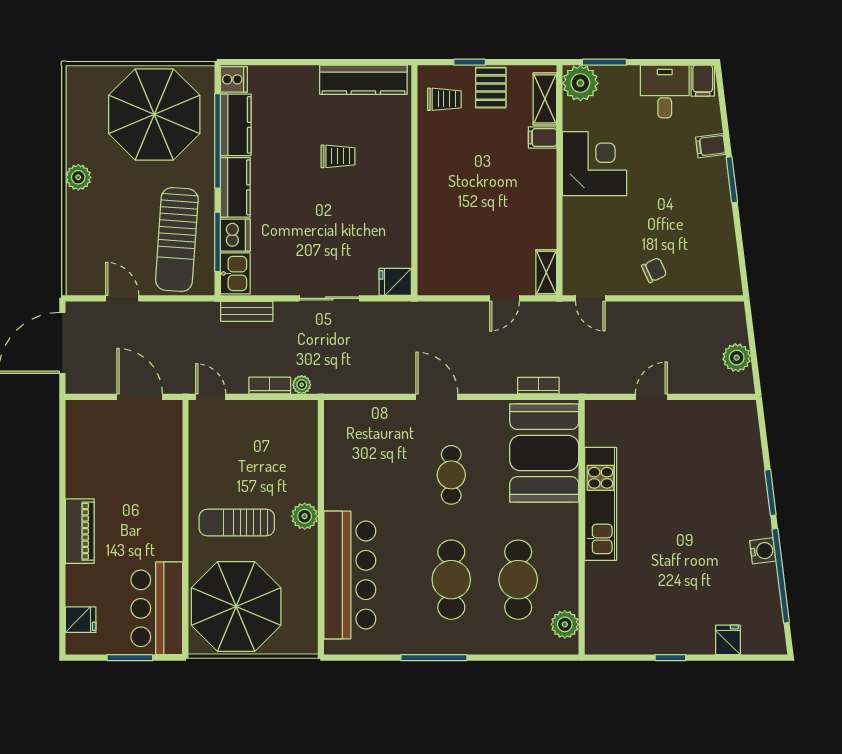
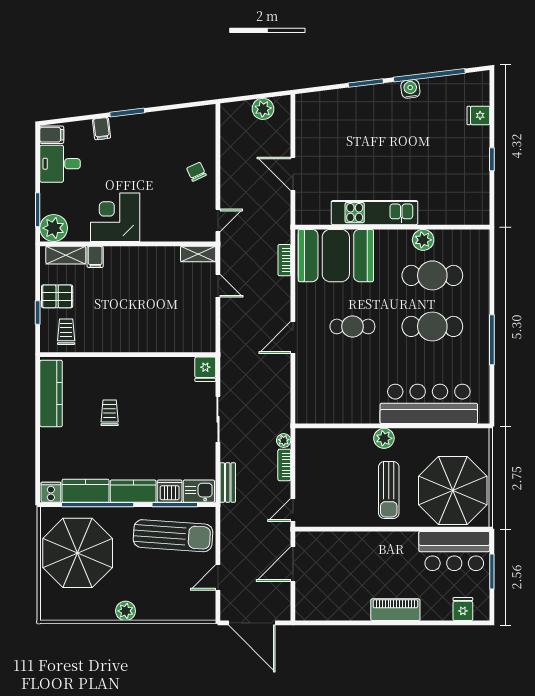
door: (651, 397) -> (293, 174), width x1.37
plant: (565, 624) -> (423, 240), moved

